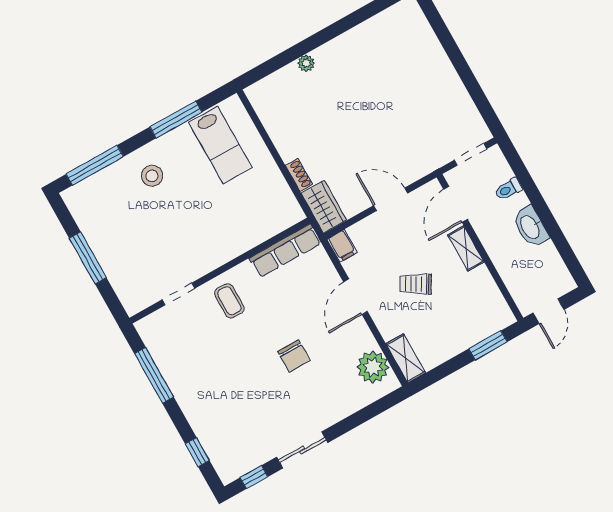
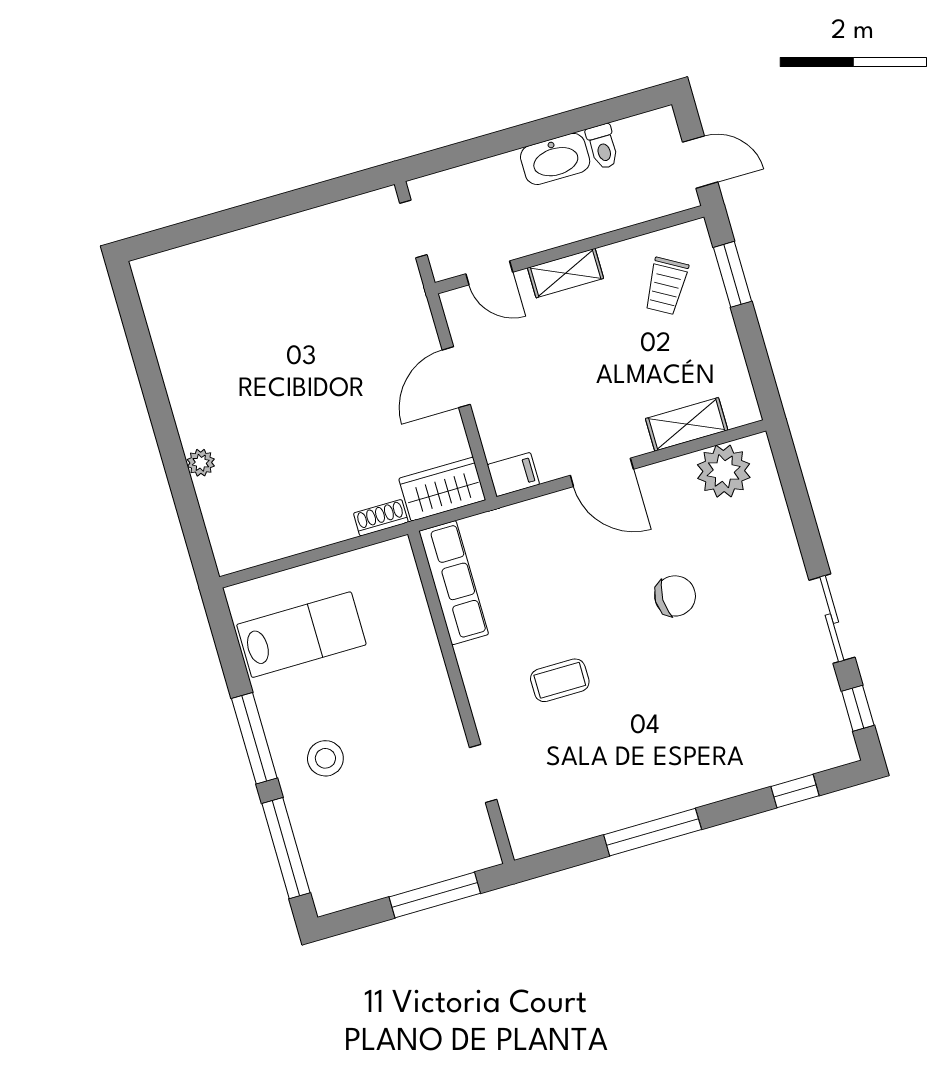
window: (176, 120) -> (254, 738), moved
toilet: (508, 189) -> (603, 147), moved
door: (456, 204) -> (489, 273), width x0.73
row of seats: (285, 251) -> (454, 583), moved
wall: (220, 271) -> (461, 697), moved
trolley: (416, 284) -> (666, 286), moved
doorway: (179, 294) -> (483, 774), moved
shelving: (406, 358) -> (687, 424), moved

